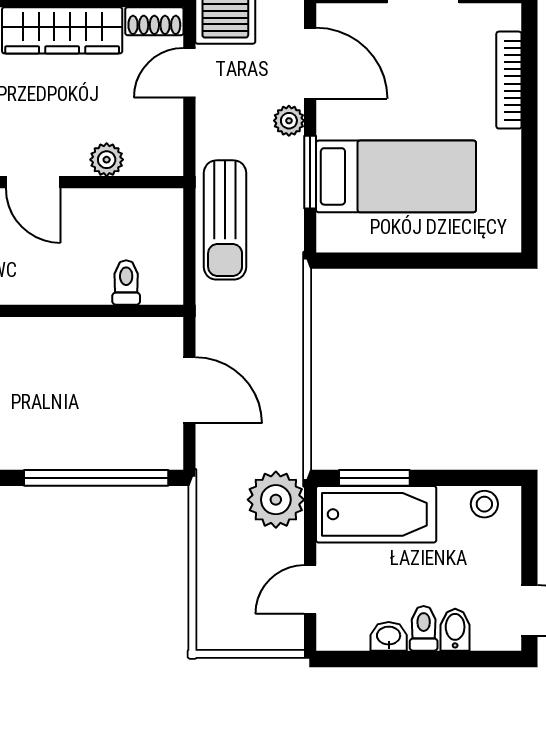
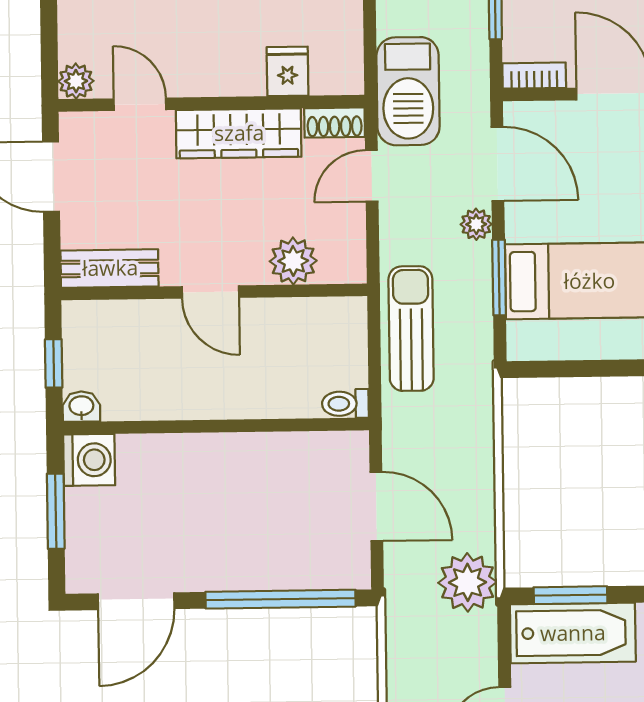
plant: (107, 160) -> (293, 261), width x1.38, depth x1.38
sun lounger: (225, 220) -> (411, 329), turned 180
toilet: (126, 282) -> (345, 404), moved, turned -90
plant: (276, 500) -> (468, 582), moved

